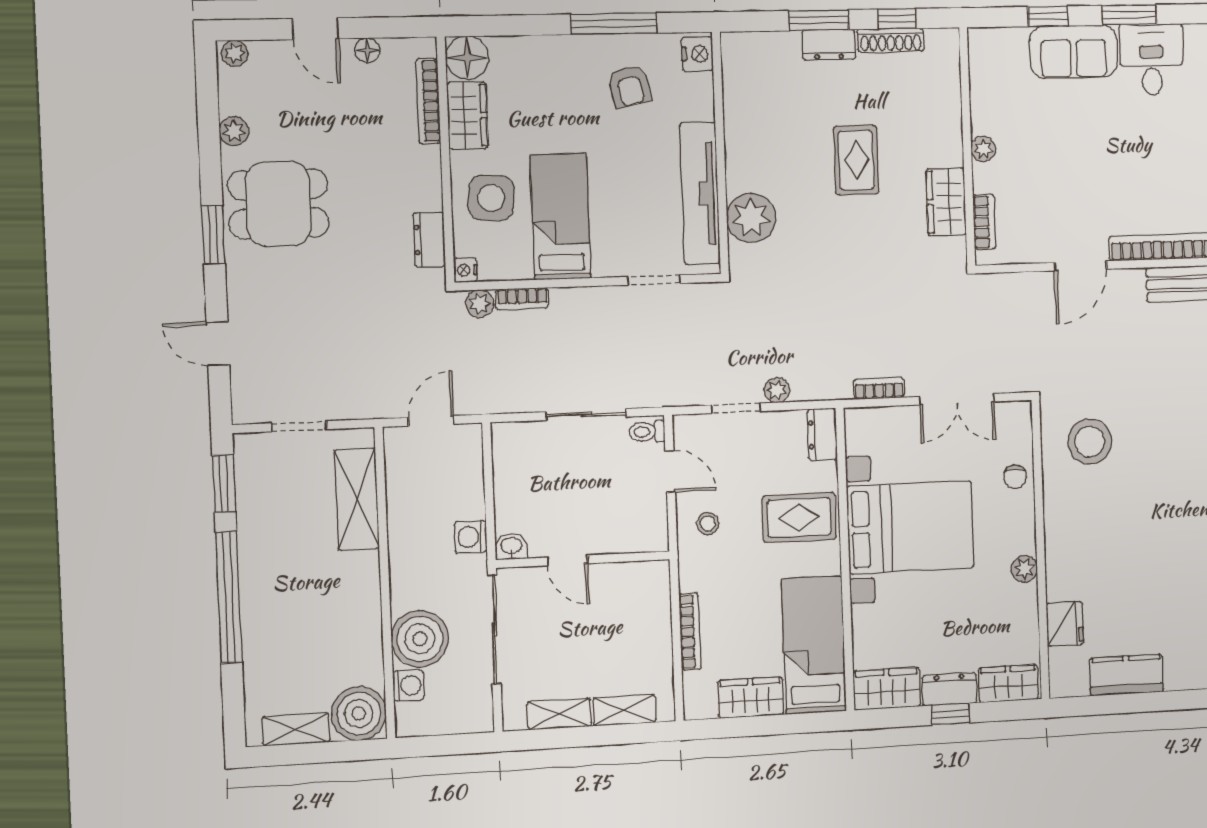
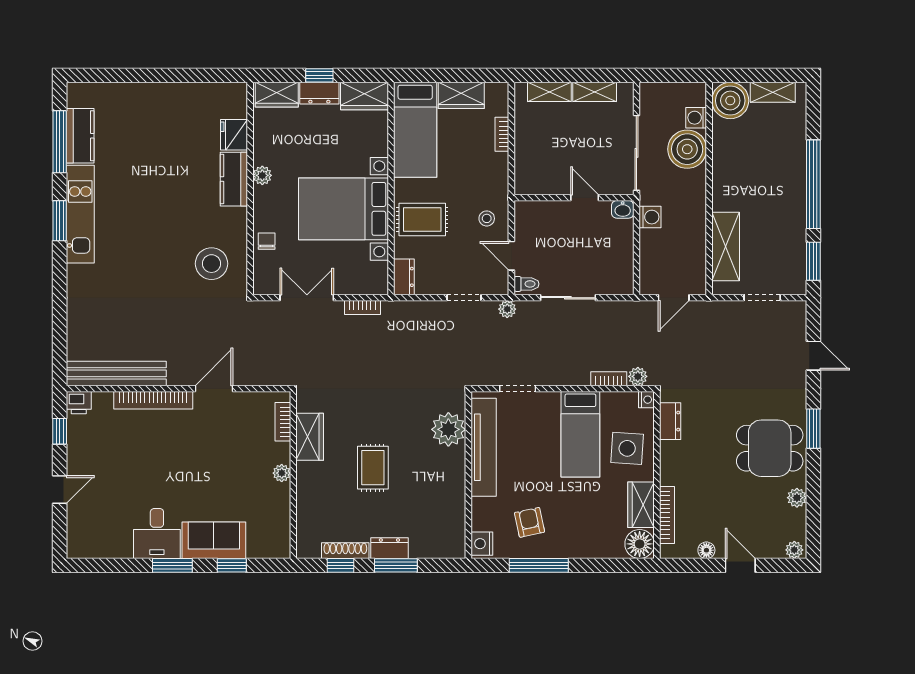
plant: (777, 390) -> (507, 309), moved
bookcase: (690, 632) -> (502, 134), width x0.64
kitchen counter: (1126, 675) -> (234, 179), moved, turned 90

